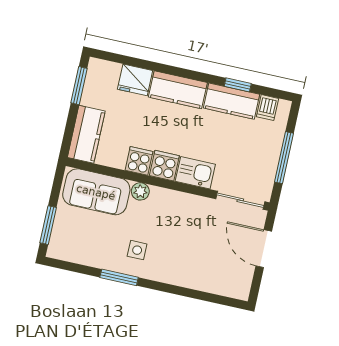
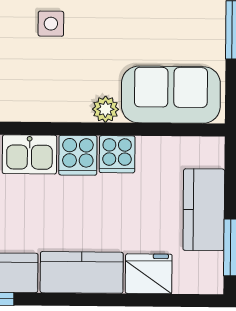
kitchen counter: (86, 134) -> (204, 210), moved
side table: (137, 250) -> (51, 24), moved

